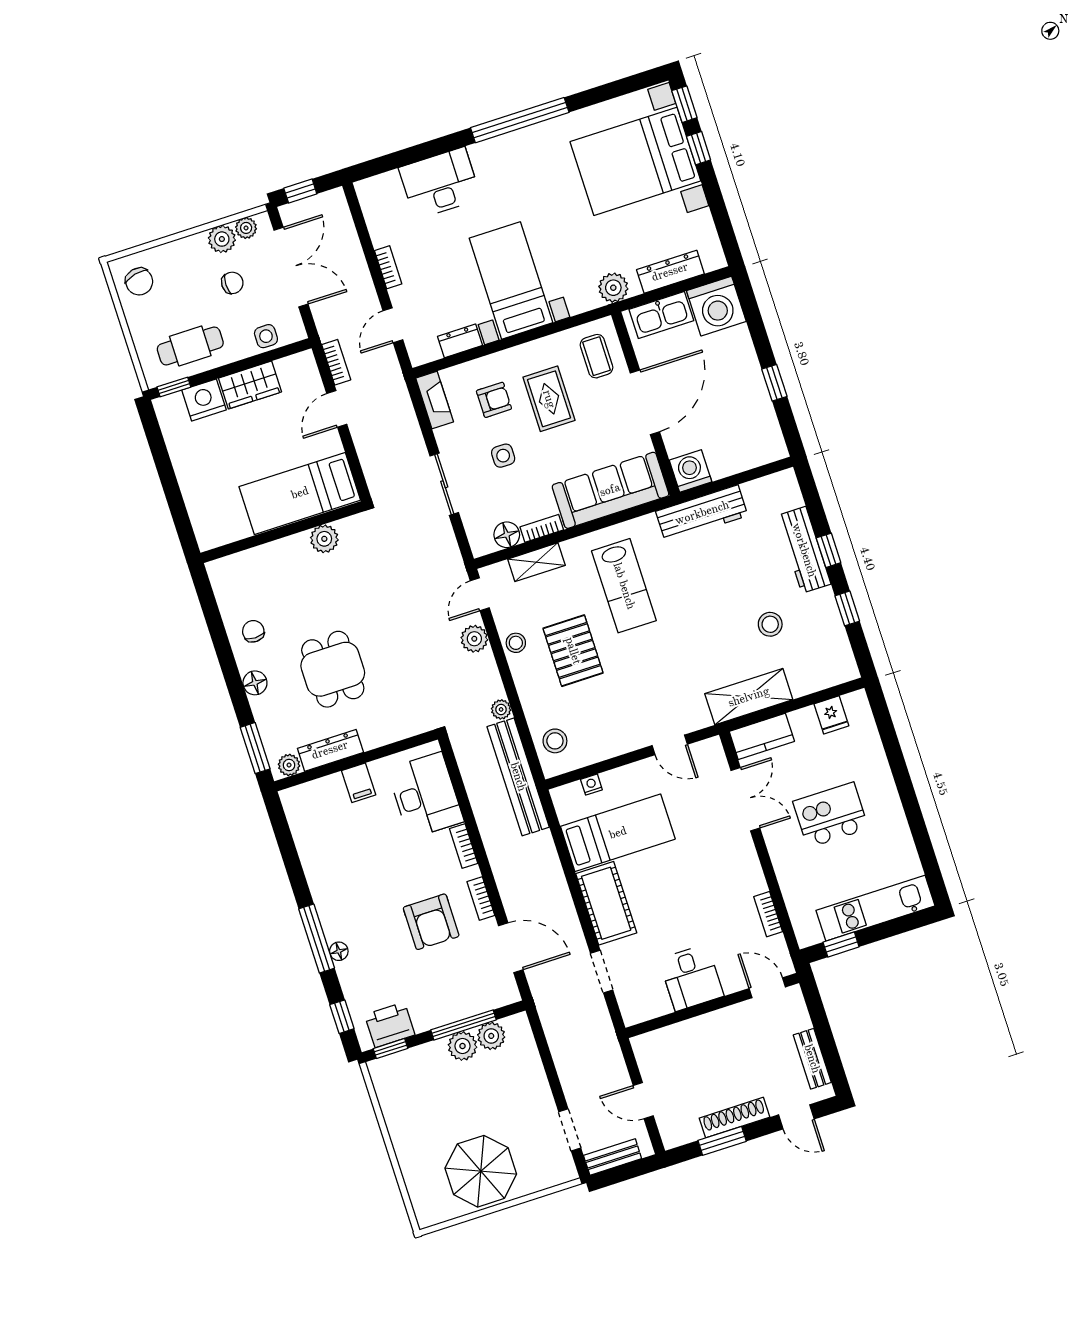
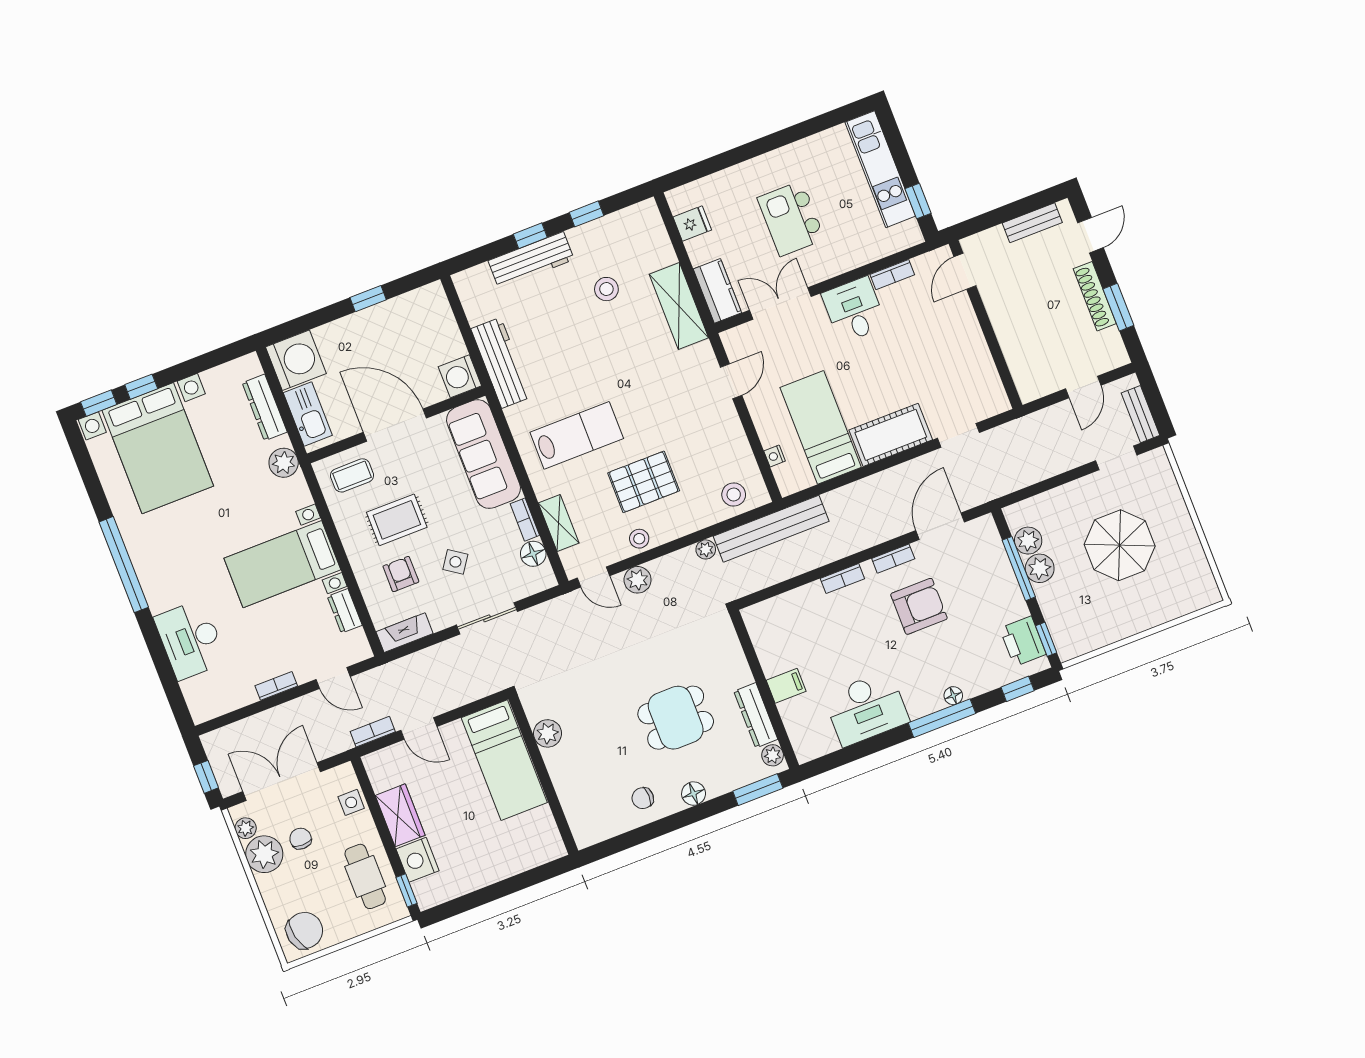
plant: (222, 239) -> (264, 854), width x1.36, depth x1.36
chair: (139, 281) -> (304, 930), width x1.37, depth x1.37
side table: (503, 456) -> (455, 562), turned 34
desk: (425, 795) -> (866, 708), moved, turned 180
desk: (691, 978) -> (854, 310), moved, turned -90
parasol: (481, 1171) -> (1120, 545), moved

